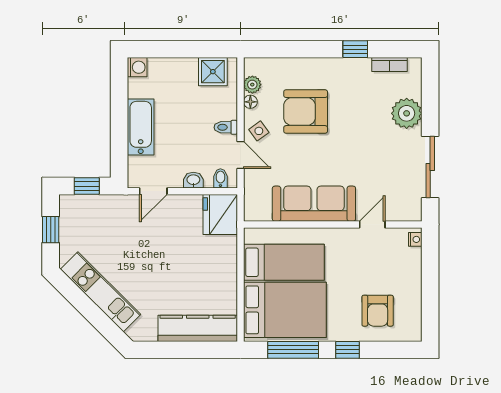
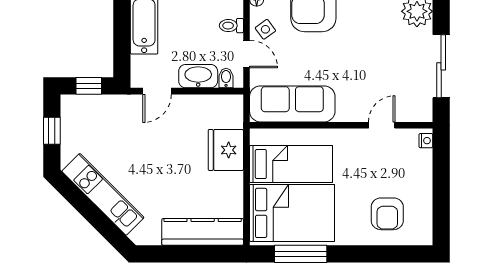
washbasin: (193, 180) -> (198, 76), width x1.91, depth x1.45
sofa: (314, 204) -> (292, 104), moved
fridge: (220, 214) -> (226, 150), moved
window: (347, 350) -> (356, 254), removed

